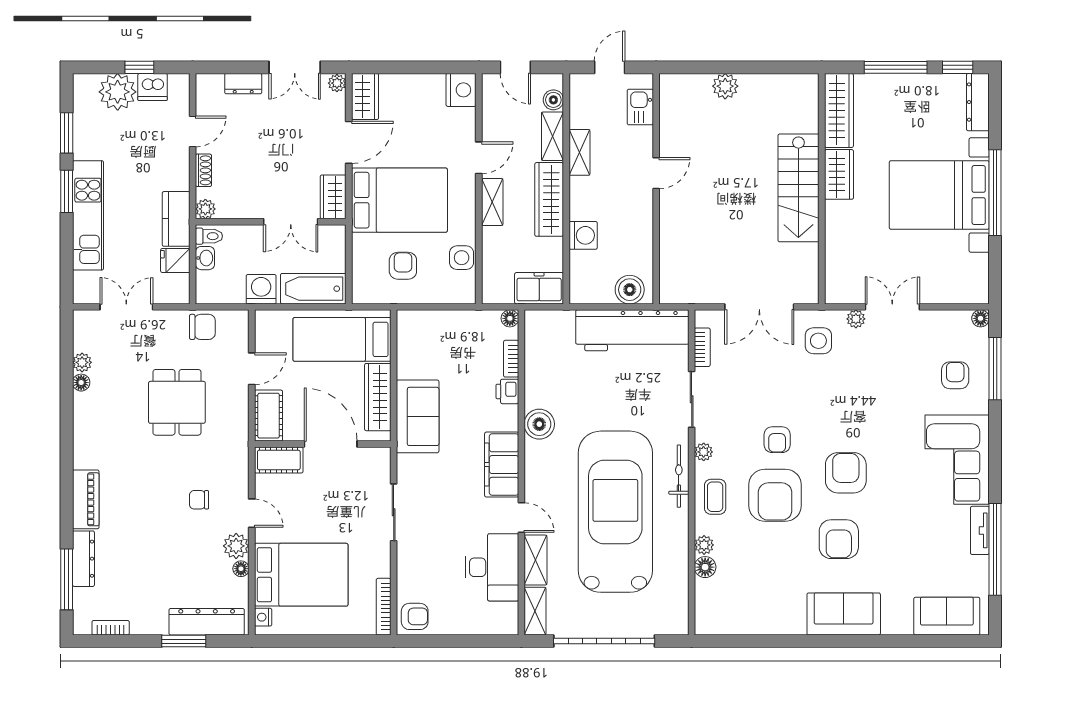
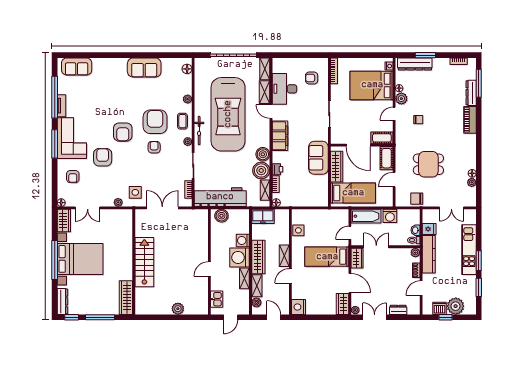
door: (349, 142) -> (350, 283), swing flipped
wardrobe: (839, 174) -> (64, 221), moved, turned 180
washing machine: (590, 198) -> (240, 257), added
bed: (399, 200) -> (327, 257), width x0.67
kitchen counter: (176, 219) -> (429, 254), width x1.50
door: (349, 252) -> (350, 233), added
armchair: (403, 266) -> (325, 227), removed
double door: (892, 307) -> (88, 208), moved
shelving: (534, 346) -> (265, 190), added
window: (995, 369) -> (55, 144), moved
boiler: (543, 389) -> (261, 170), added
dining table: (177, 402) -> (428, 164), turned 90
door: (252, 513) -> (394, 114), hinge flipped
armchair: (839, 539) -> (103, 157), moved
floor lamp: (705, 567) -> (187, 69), moved
sofa: (844, 614) -> (144, 68), moved
armchair: (415, 616) -> (312, 78), moved

